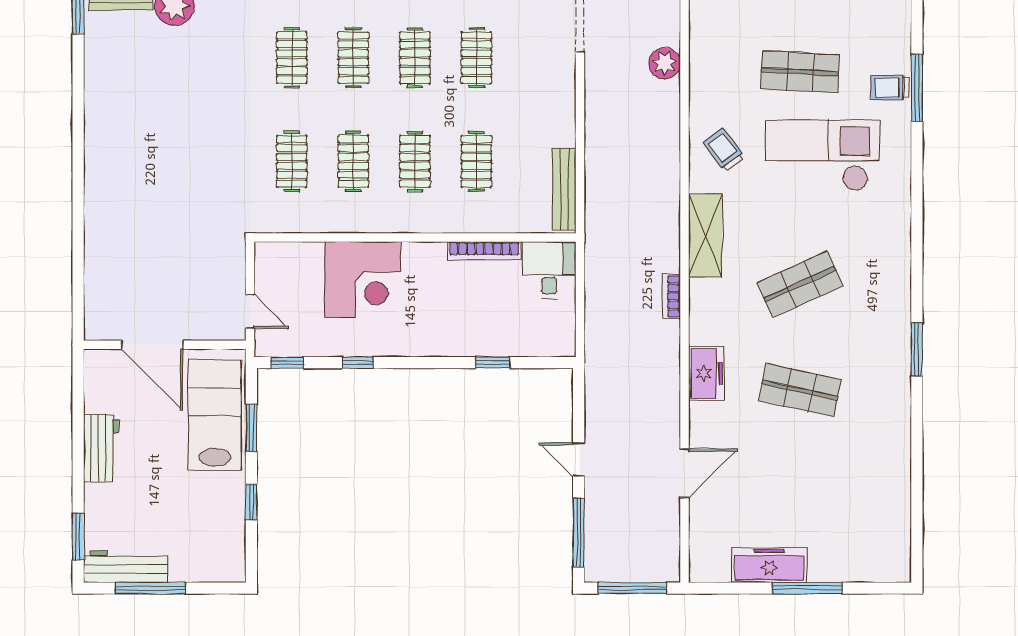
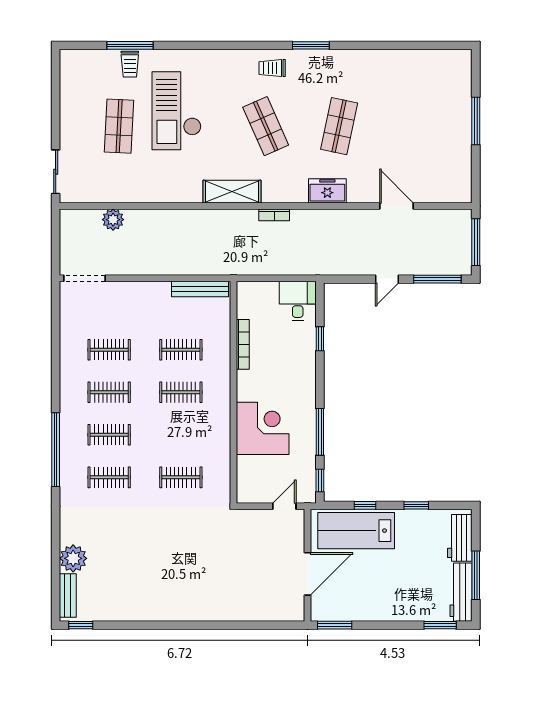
trolley: (724, 150) -> (272, 68), moved, turned 37
clothes rail: (353, 161) -> (181, 435), removed
desk: (549, 270) -> (298, 301), moved, turned 90
window: (358, 363) -> (320, 432), width x2.17
window: (78, 384) -> (335, 625), added
window: (251, 428) -> (365, 505), width x0.67
workbench: (101, 448) -> (460, 538), moved, turned -90
freezer: (769, 565) -> (460, 147), removed

